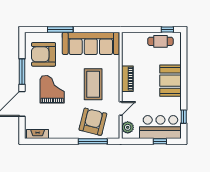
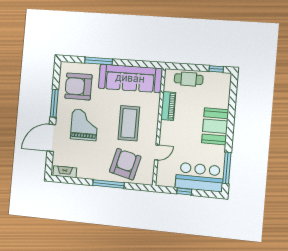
cafe table: (160, 41) -> (189, 79), moved
piano: (127, 79) -> (168, 106), moved
window: (184, 117) -> (227, 168), width x2.17
plant: (128, 127) -> (163, 174), removed
window: (93, 141) -> (108, 184), moved
window: (160, 141) -> (184, 192), moved

